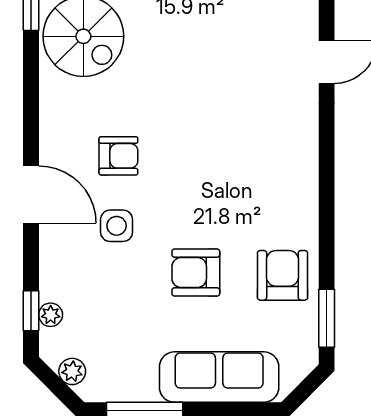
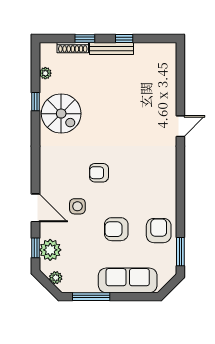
armchair: (118, 156) -> (99, 173), moved, turned 180
door: (31, 194) -> (36, 208), moved
plant: (51, 315) -> (50, 250), width x1.87, depth x1.87

